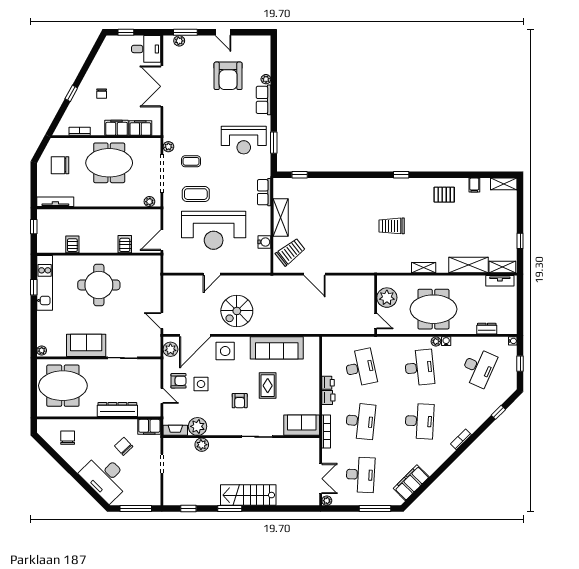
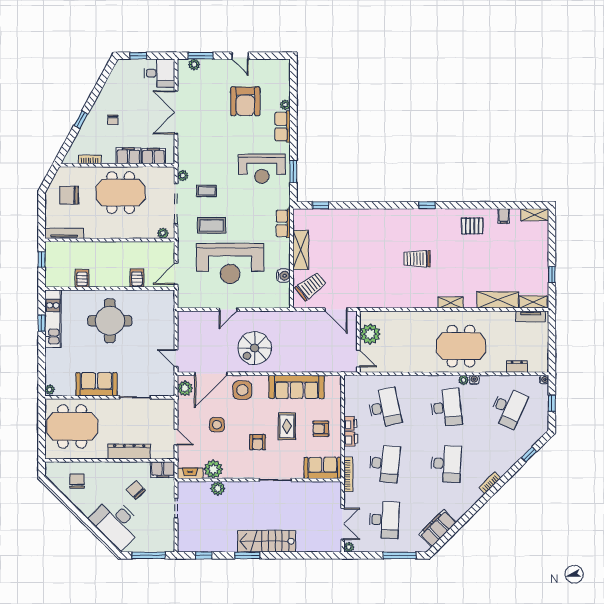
plant: (387, 298) -> (370, 334), moved
wall: (376, 305) -> (358, 342), moved
door: (376, 321) -> (358, 359), moved
armchair: (178, 381) -> (321, 429), moved, turned 180

